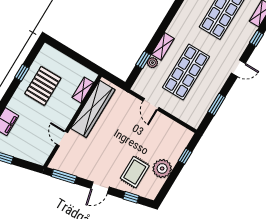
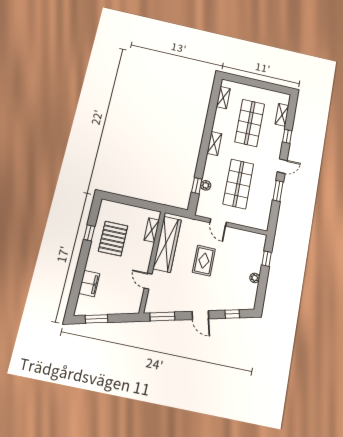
shelving: (163, 46) -> (214, 143), moved
window: (217, 104) -> (278, 191), moved
plant: (162, 168) -> (255, 278), width x0.53, depth x0.53
rug: (135, 172) -> (204, 261), moved
door: (100, 188) -> (200, 315), hinge flipped

